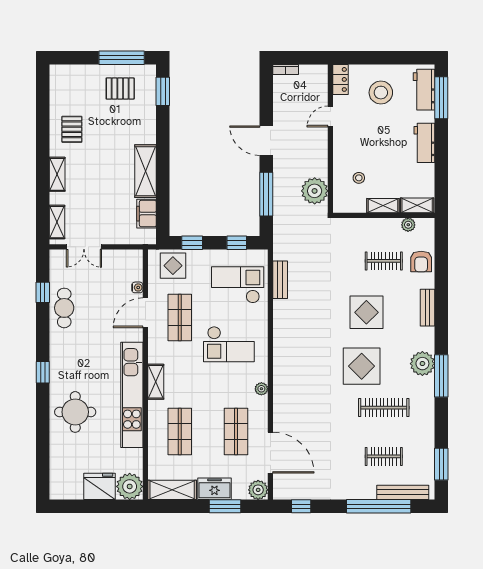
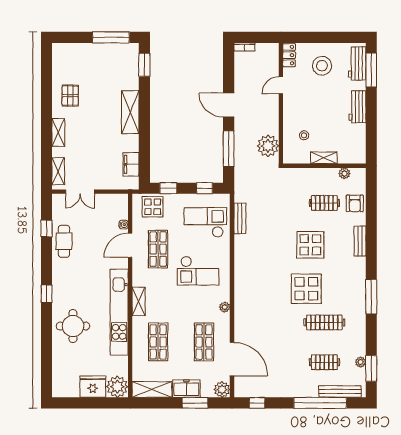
pallet: (120, 89) -> (110, 62), removed
shelving: (146, 171) -> (130, 112), moved
shelving: (417, 205) -> (352, 158), removed
plant: (422, 364) -> (361, 362), moved, width x0.53, depth x0.53

